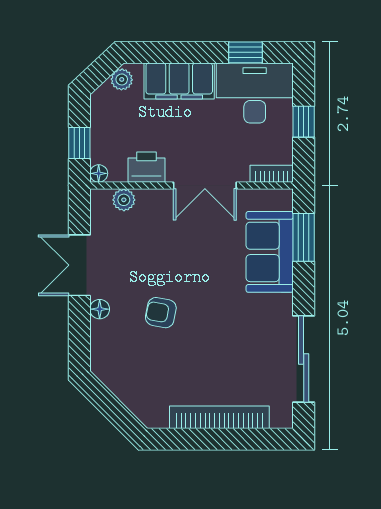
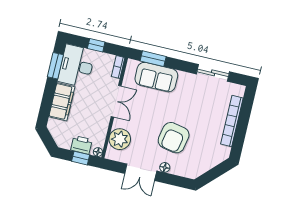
window: (245, 52) -> (55, 66), width x1.50
plant: (122, 79) -> (54, 130), removed
printer: (146, 167) -> (81, 145), moved, turned 90
plant: (124, 200) -> (120, 139), width x1.88, depth x1.88
armchair: (161, 313) -> (174, 138), width x1.88, depth x1.88
sliding door: (304, 359) -> (213, 73), width x0.73

